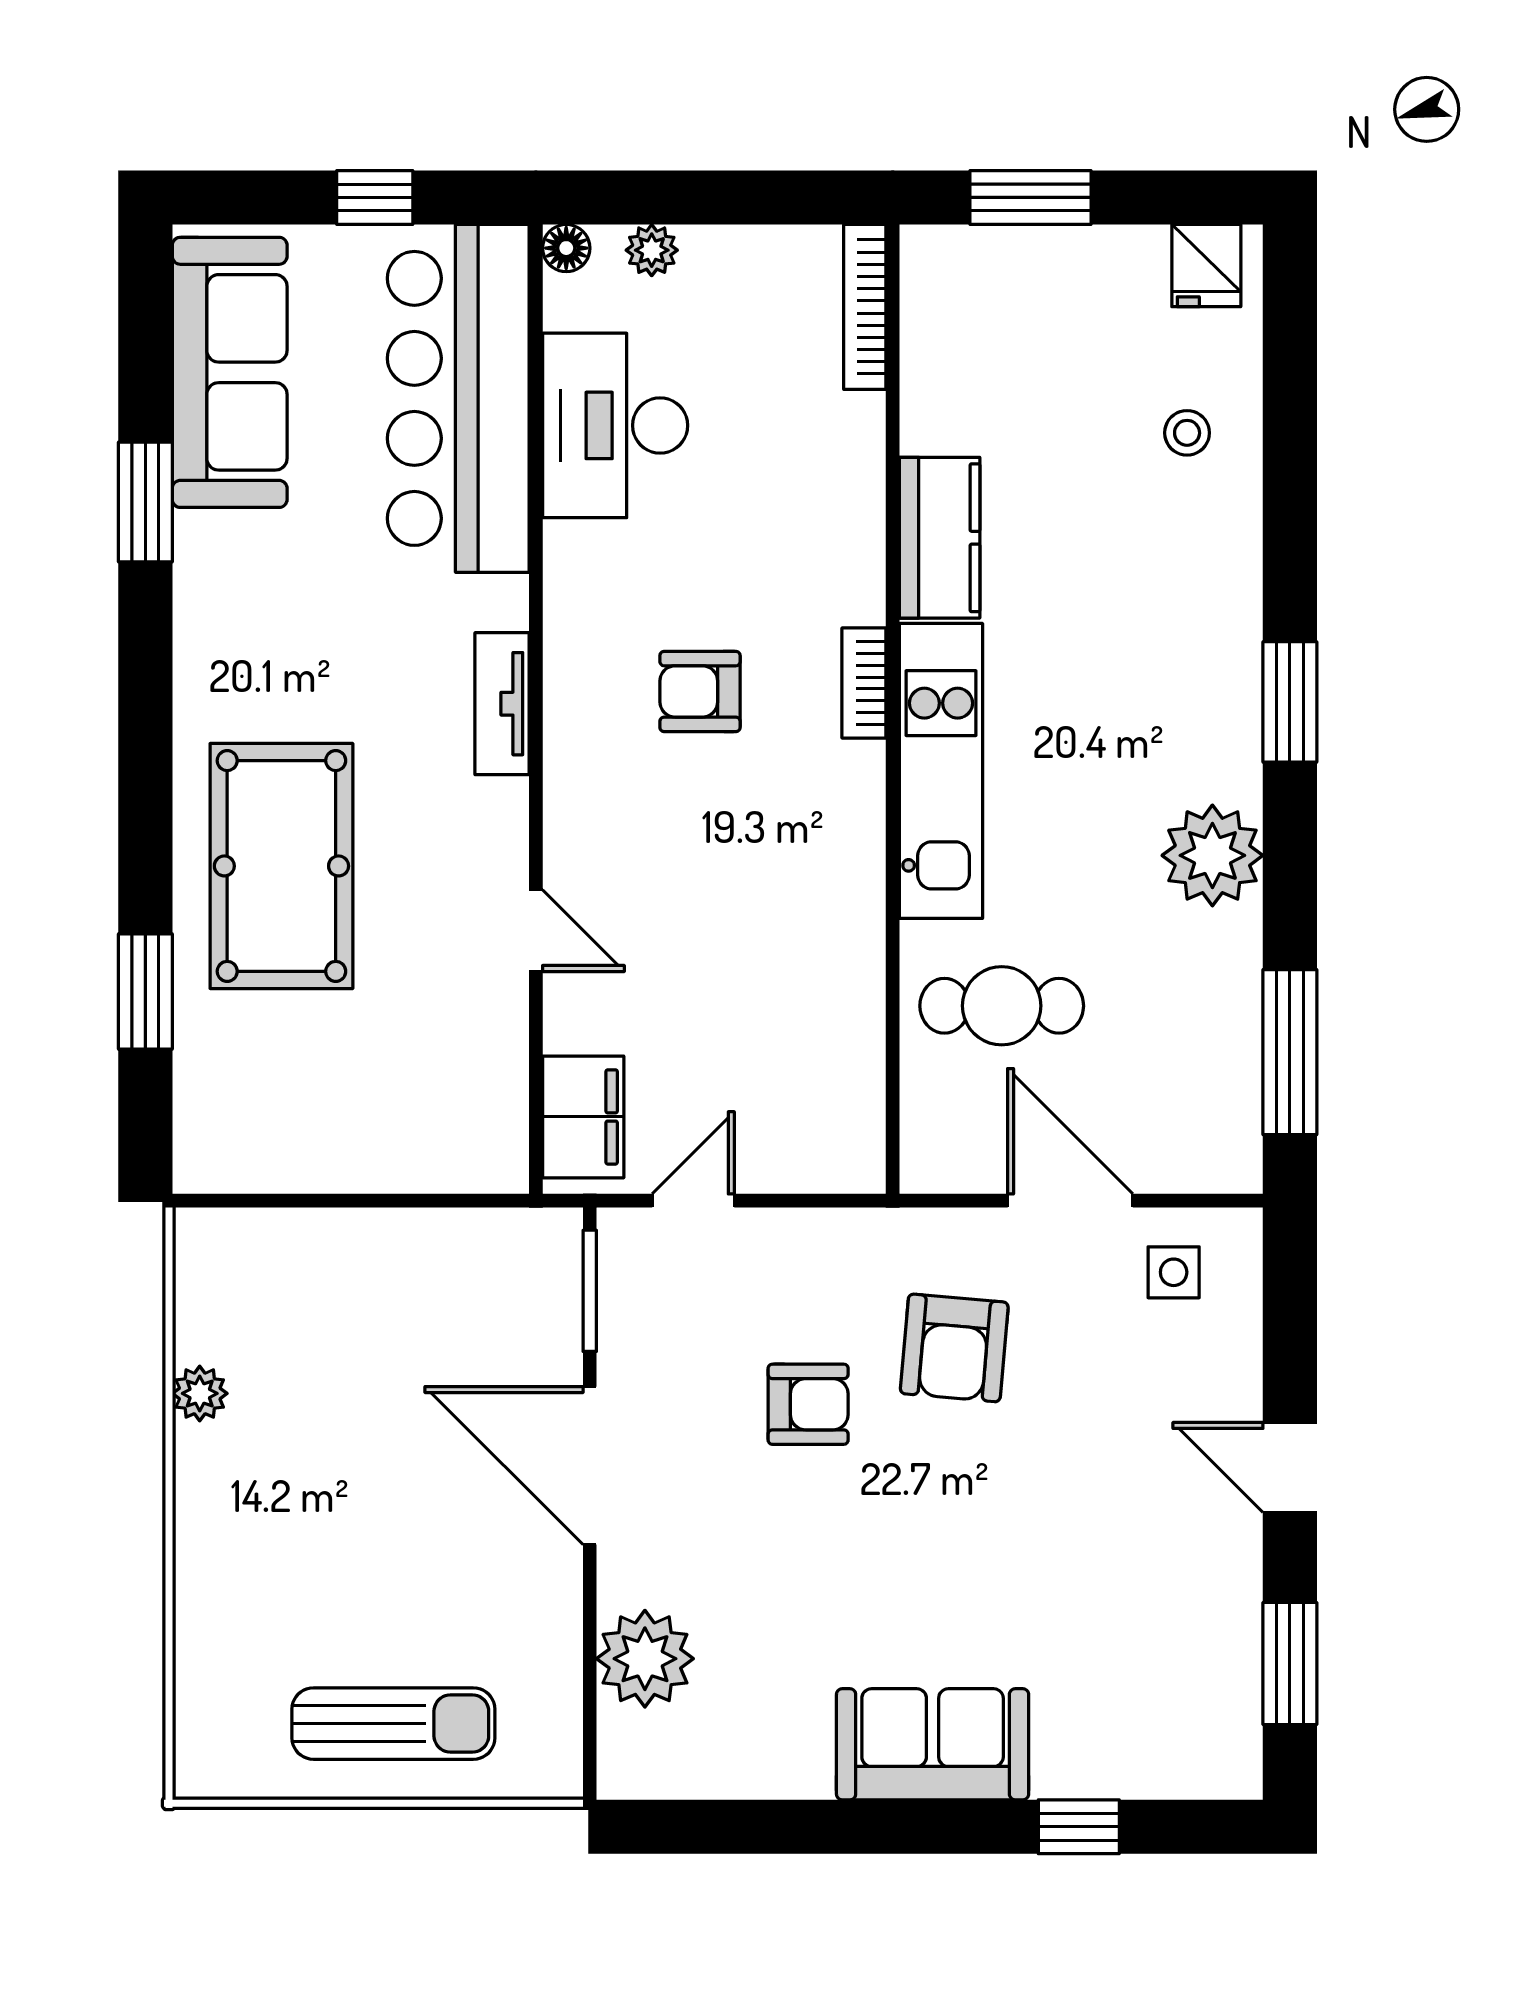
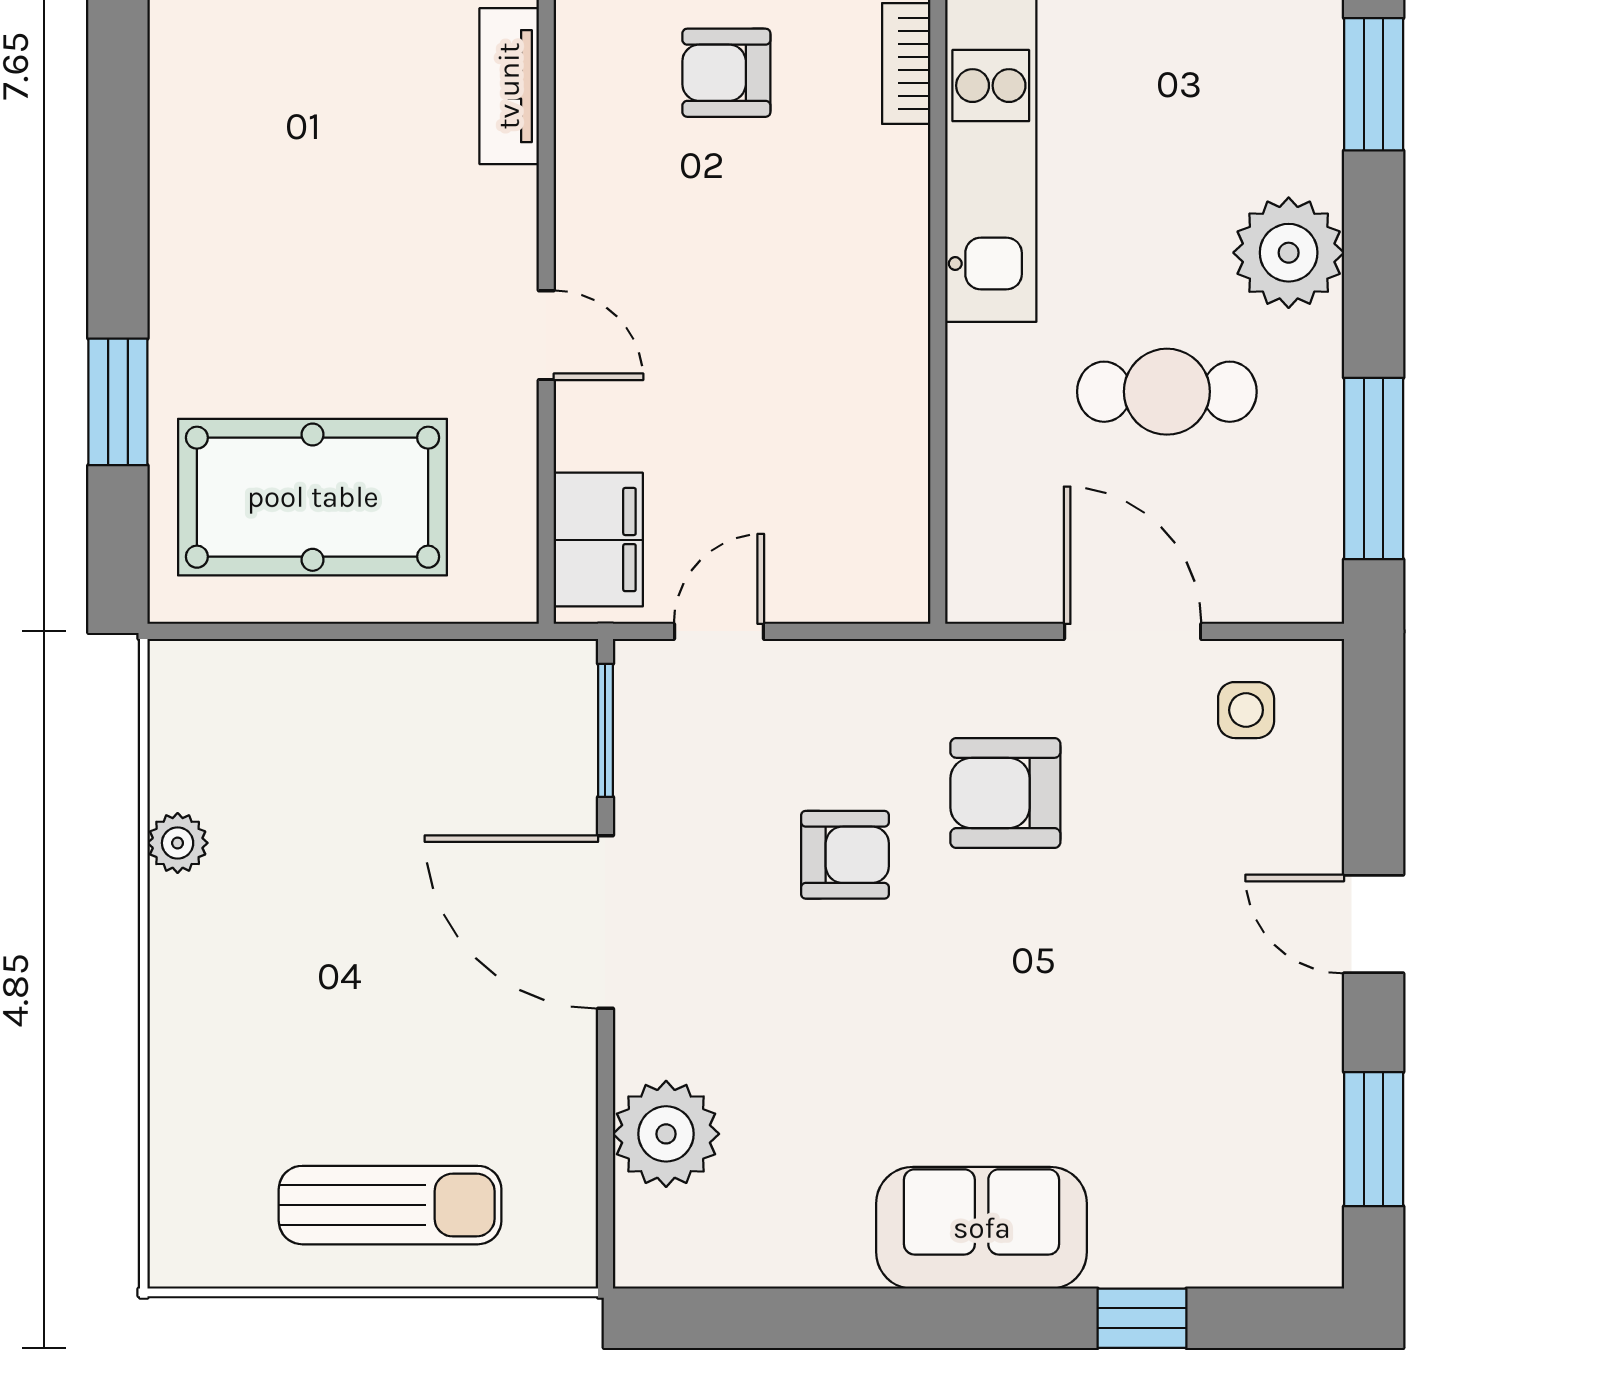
pool table: (281, 866) -> (313, 497), moved, turned 90
cafe table: (1002, 1006) -> (1167, 392), moved
armchair: (954, 1348) -> (1005, 793), turned 85

